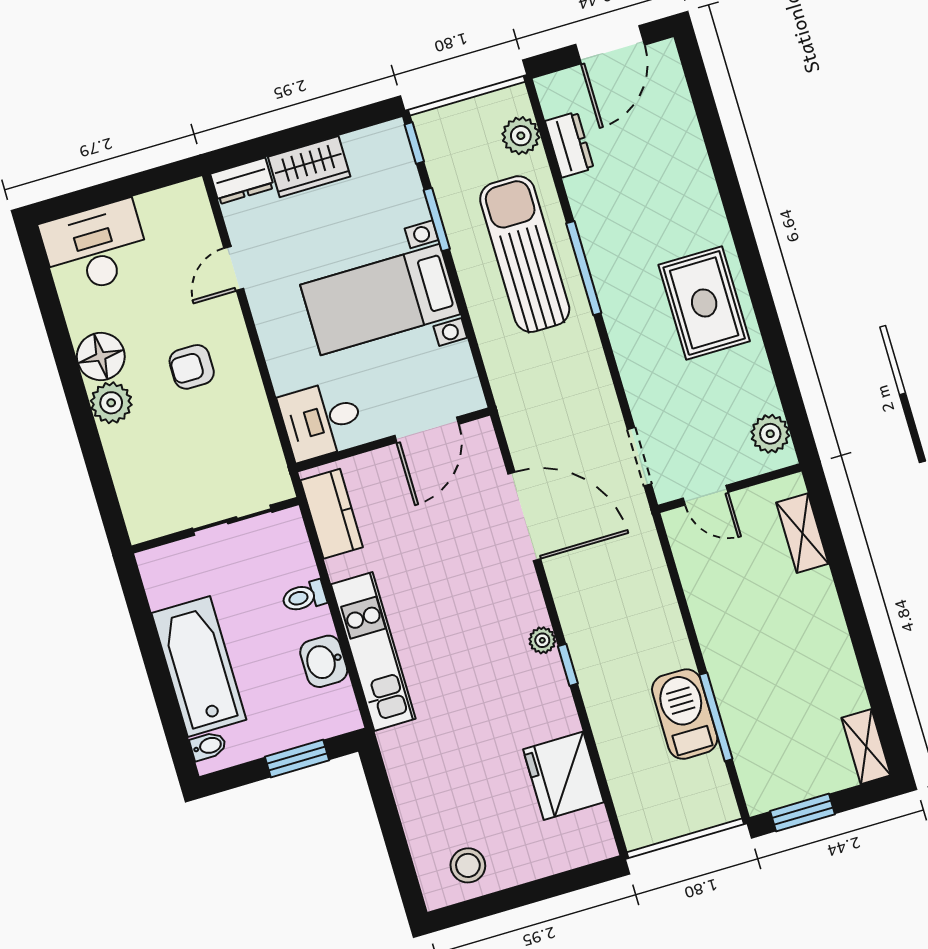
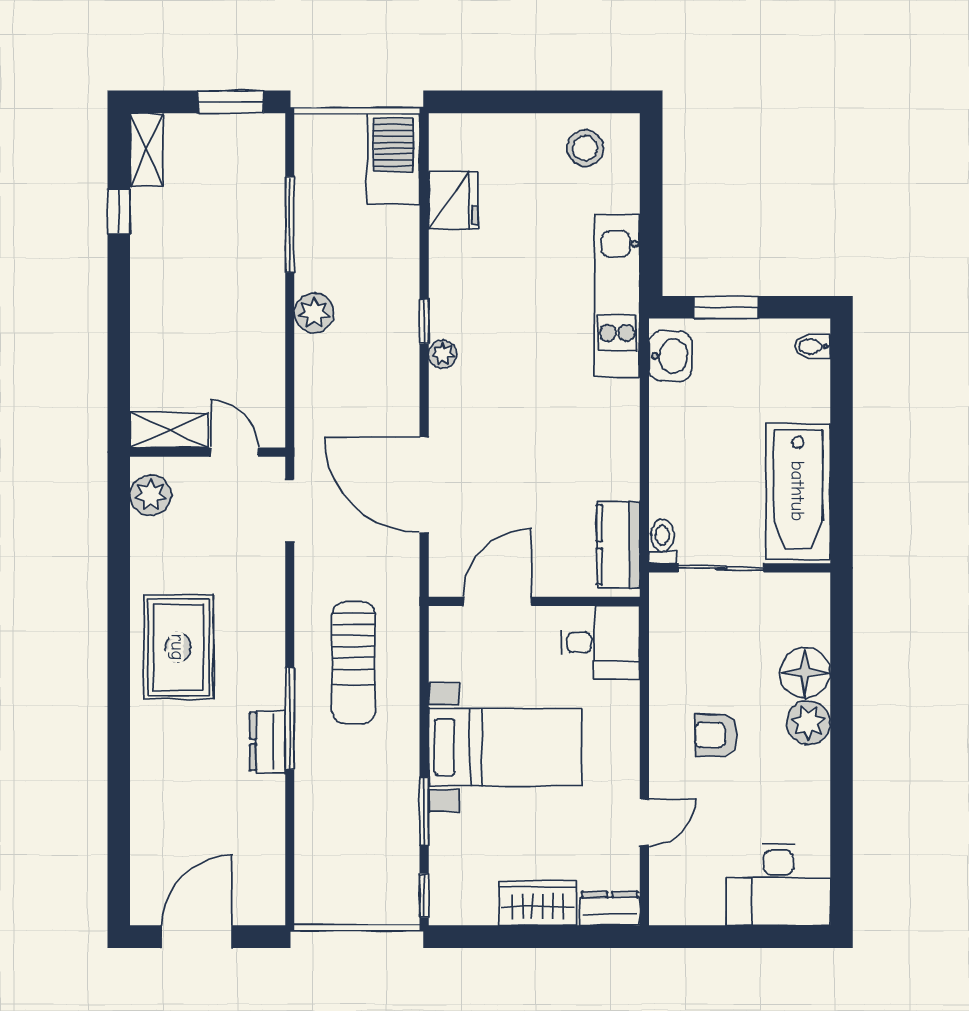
plant: (521, 136) -> (314, 313), moved
dresser: (569, 145) -> (268, 742), moved
sun lounger: (525, 254) -> (353, 663), moved, width x0.73, depth x0.75
floor lamp: (101, 357) -> (805, 673), moved
armchair: (192, 367) -> (716, 735), turned 180
shelving: (802, 533) -> (169, 430), moved, turned 90
toilet: (304, 597) -> (662, 541), moved, turned -90
kitchen unit: (373, 652) -> (617, 296), moved
washbasin: (324, 661) -> (670, 356), moved
bathtub: (199, 666) -> (798, 491), moved
window: (875, 683) -> (119, 212), added
barbecue: (685, 714) -> (393, 159), moved, turned 180
fridge: (563, 776) -> (453, 200), width x0.73, depth x0.75

